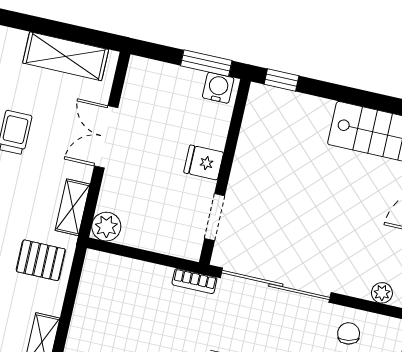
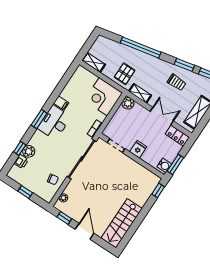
locker: (138, 84) -> (177, 136), added
corner desk: (113, 289) -> (103, 97), added

